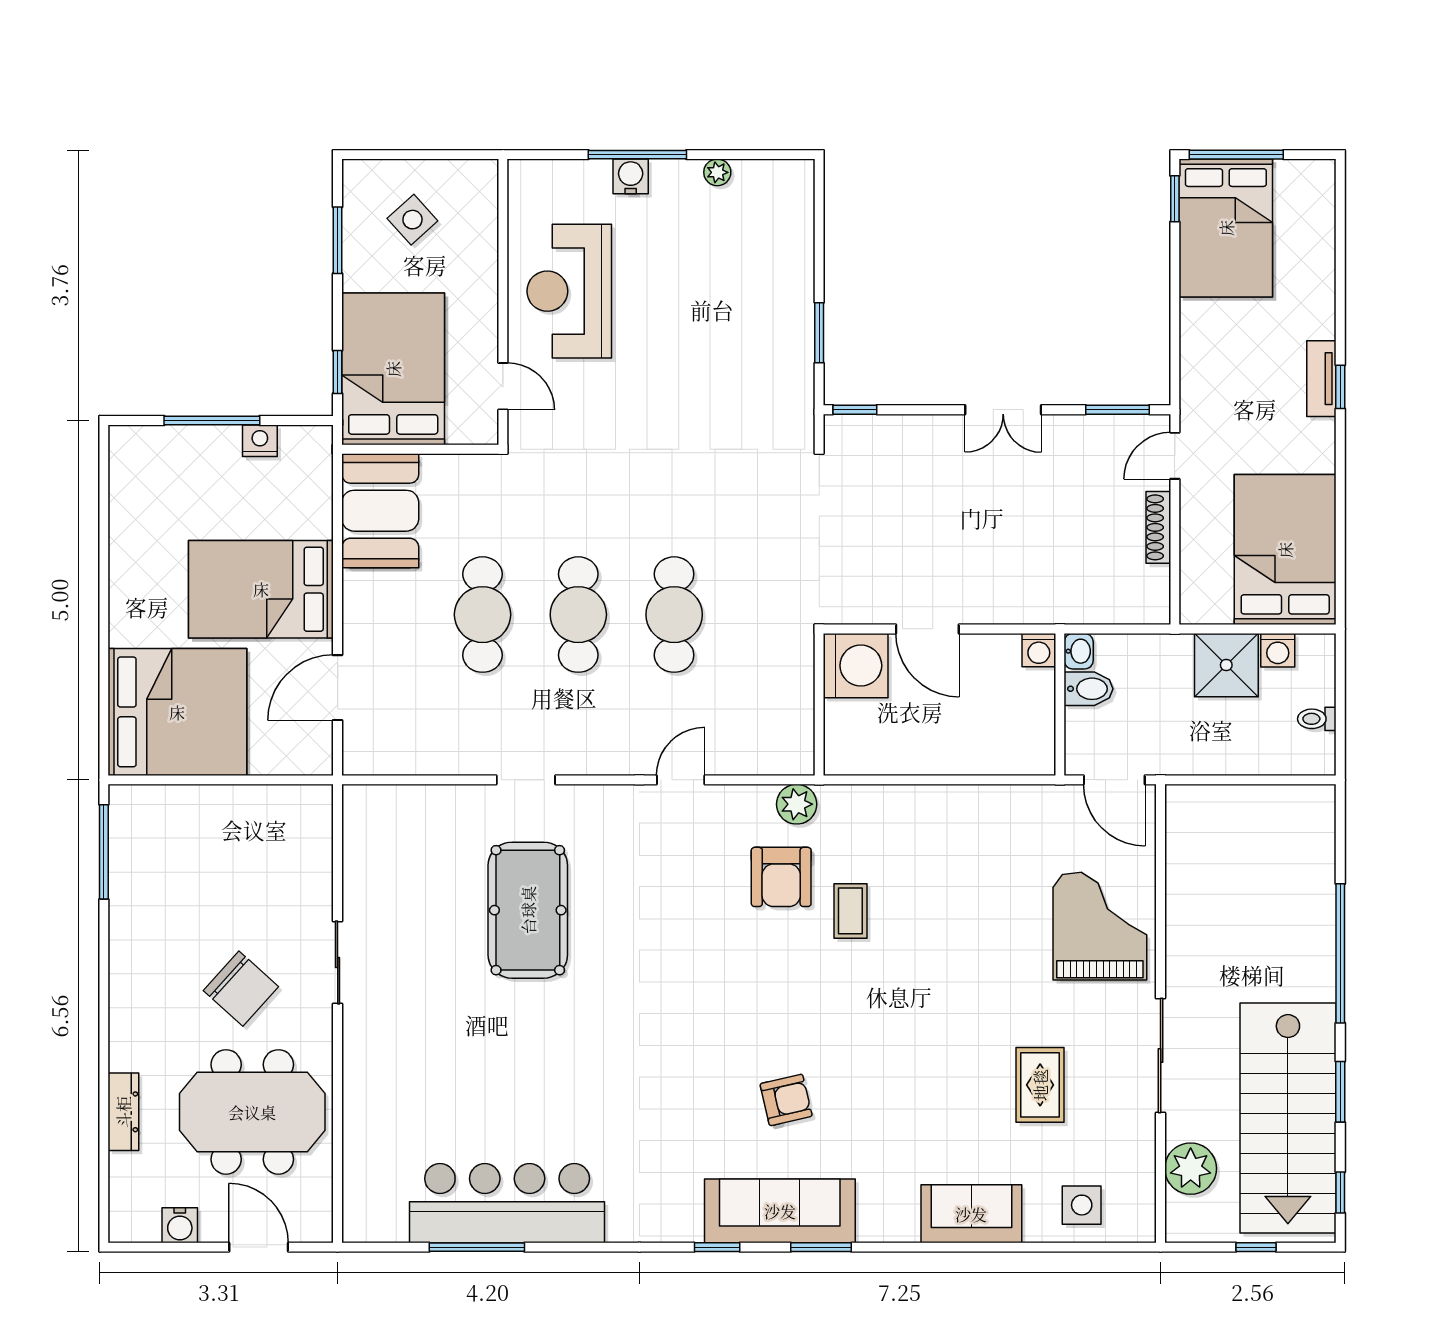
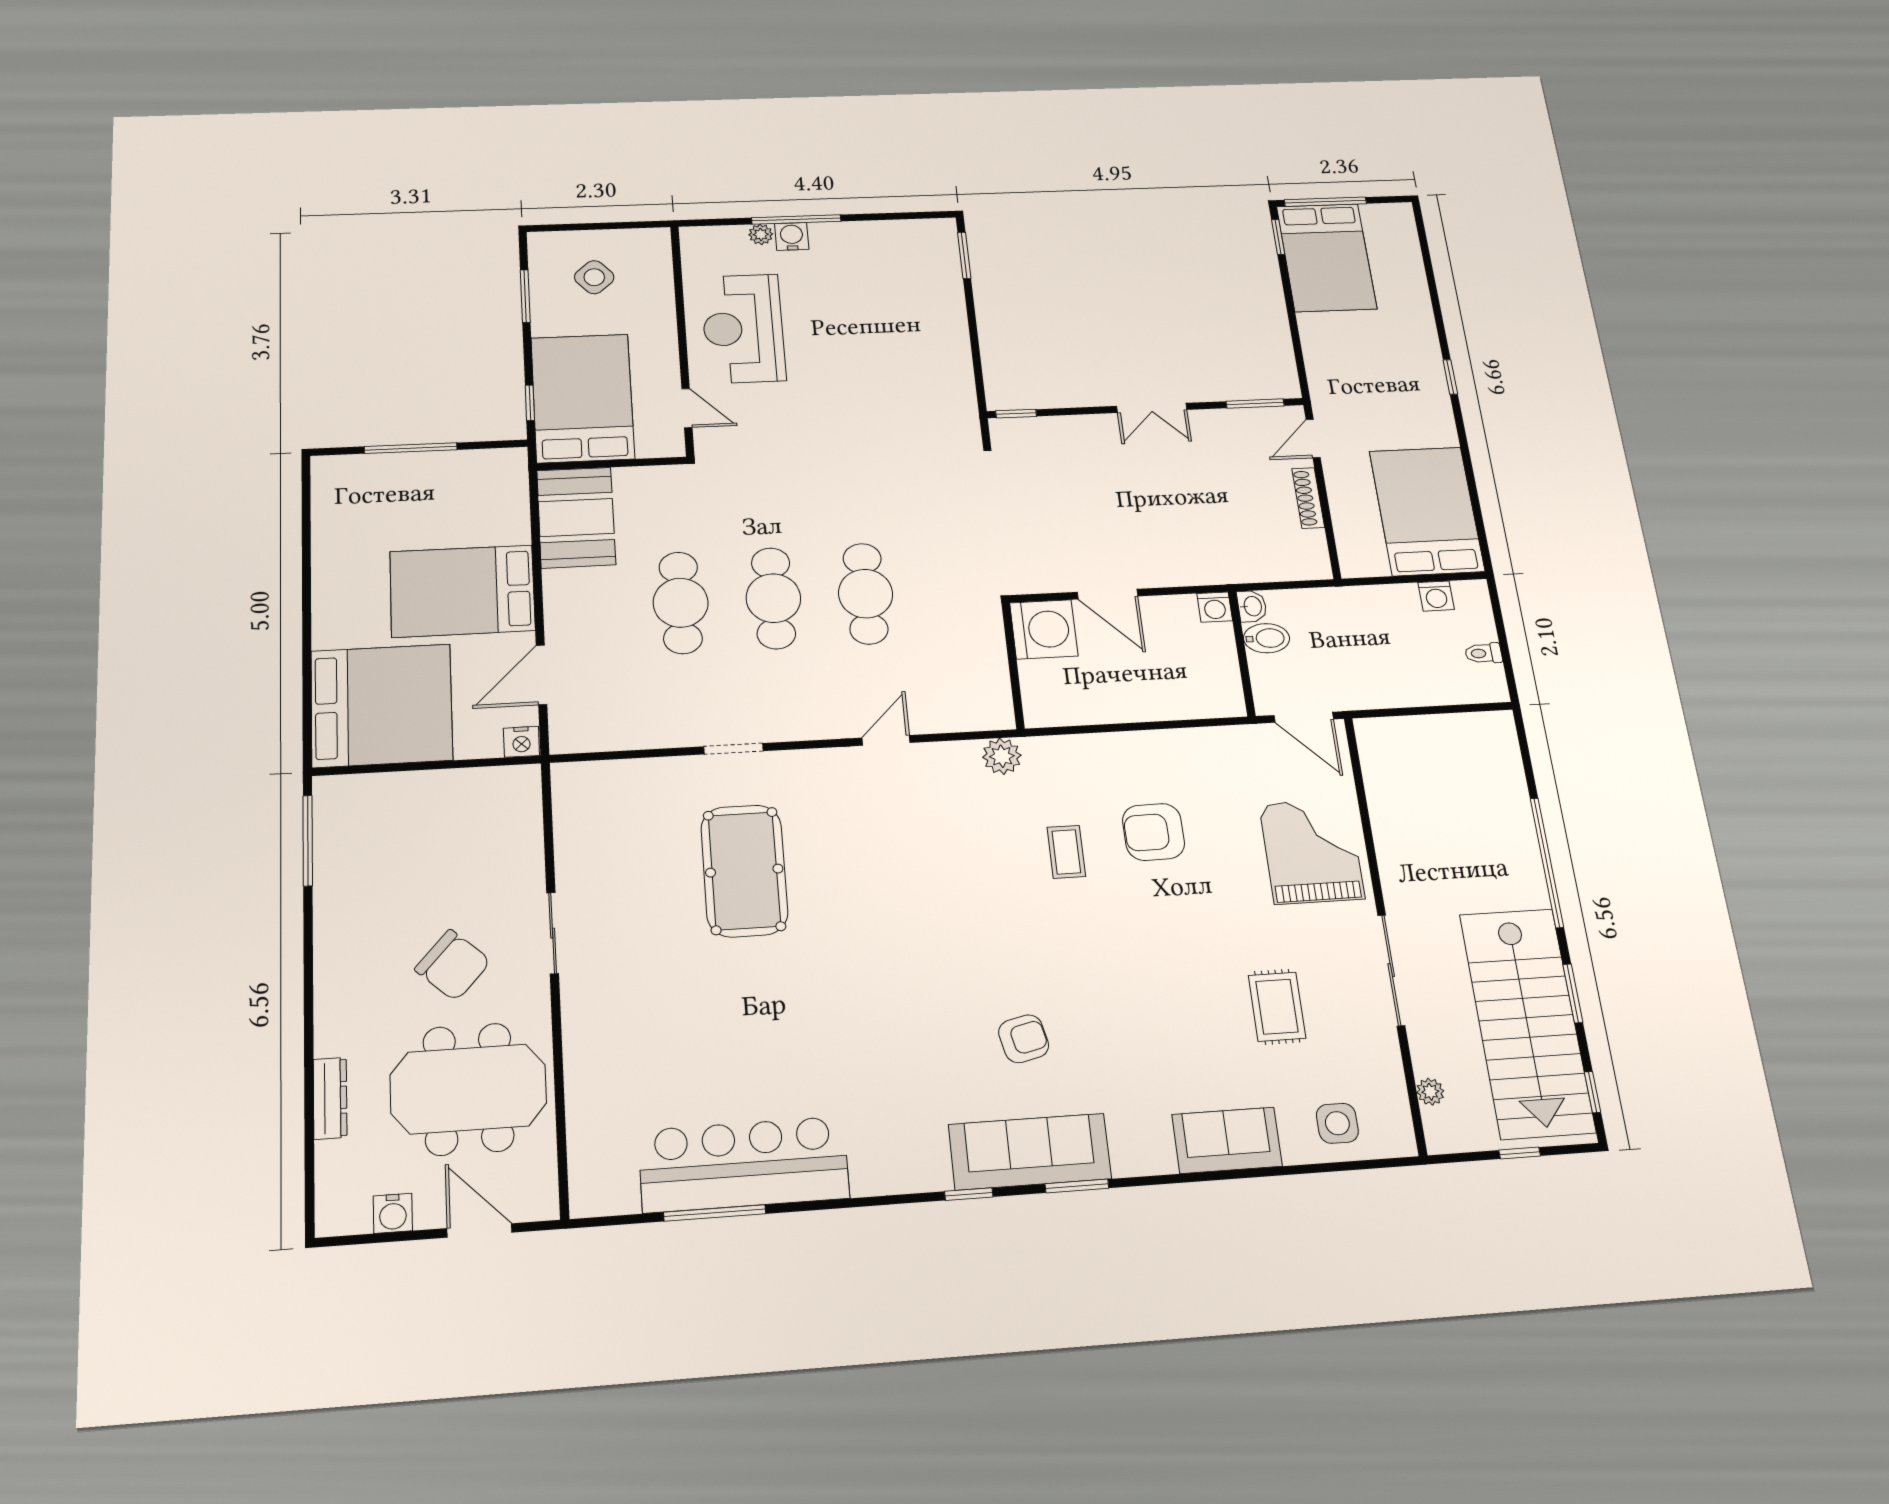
plant: (717, 172) -> (761, 234), moved
window: (819, 333) -> (964, 255), moved
tv unit: (1321, 379) -> (1432, 371), removed
nightstand: (260, 441) -> (521, 742), moved, turned 180
shower: (1226, 665) -> (1391, 611), removed
armchair: (781, 877) -> (1154, 832), moved, turned 89
plant: (1191, 1169) -> (1430, 1092), width x0.53, depth x0.53

